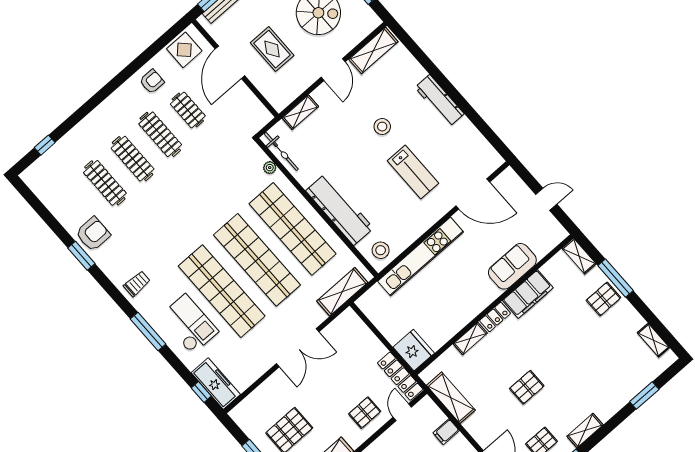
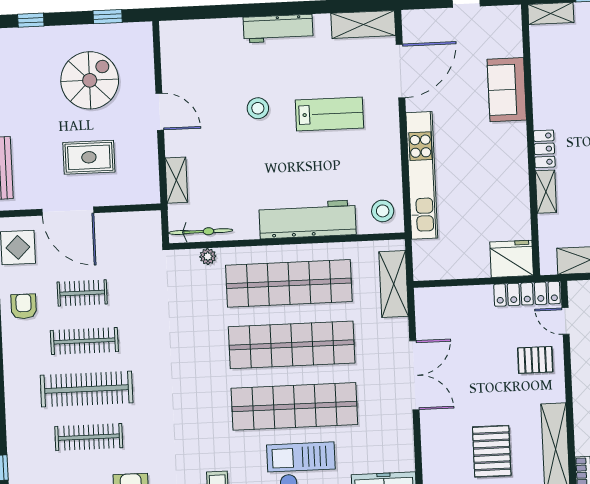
shelving: (373, 51) -> (363, 24), moved, turned 90
clothes rail: (133, 159) -> (87, 389), width x1.37, depth x1.31
filing cabinet: (528, 294) -> (548, 97), removed
pallet: (365, 413) -> (535, 360), turned 90

